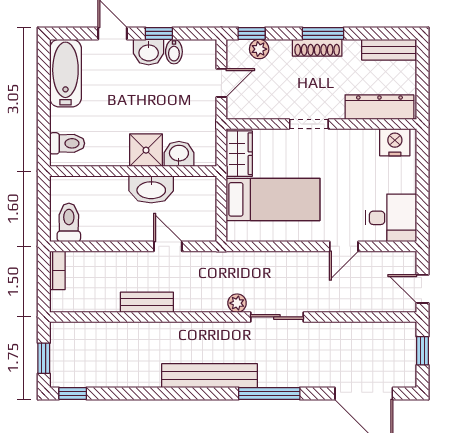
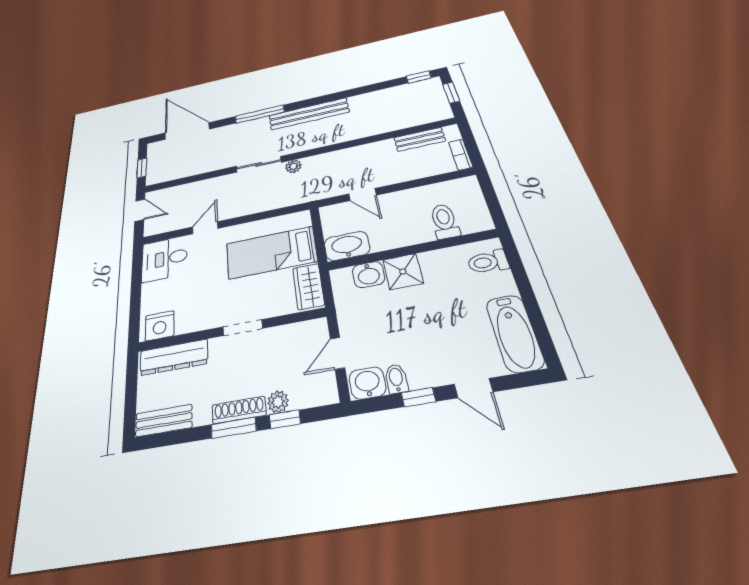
window: (252, 33) -> (285, 419), moved
plant: (259, 49) -> (278, 402), moved
washbasin: (149, 52) -> (367, 383), moved
washbasin: (151, 189) -> (347, 246), moved
toilet: (69, 222) -> (444, 221), moved, turned 180
bench: (147, 302) -> (420, 139), moved

